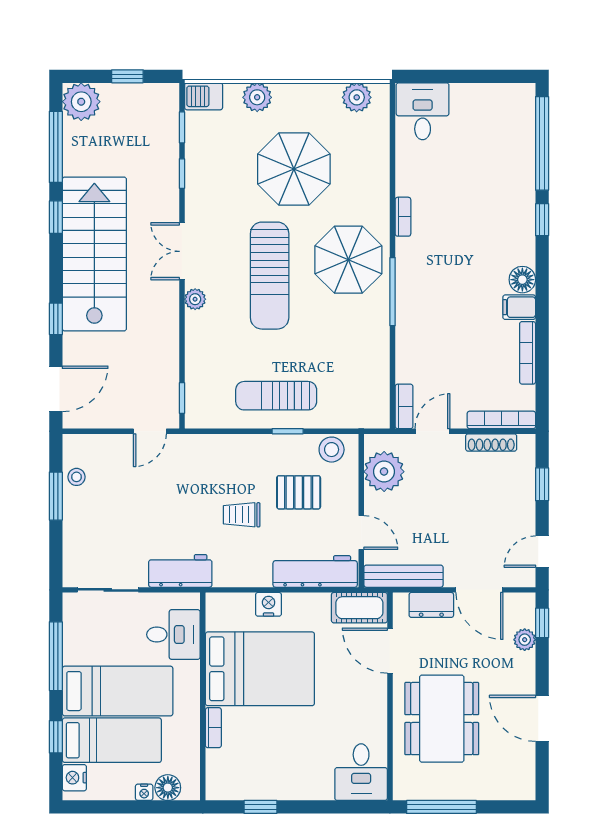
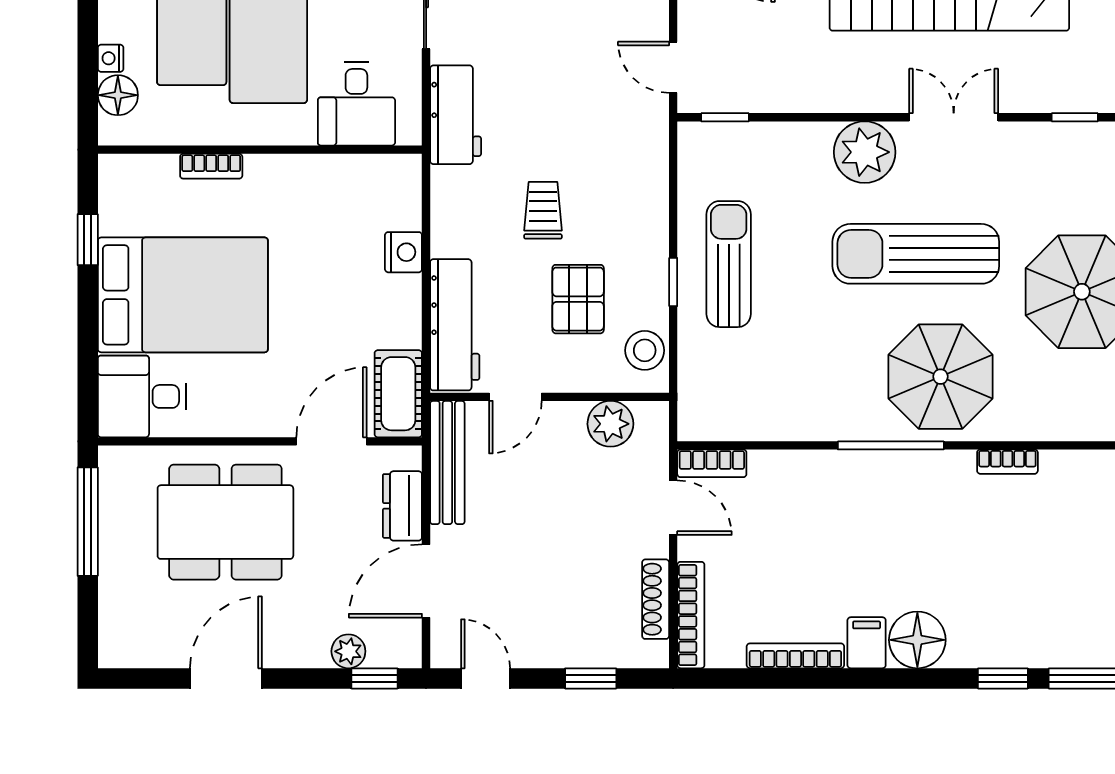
floor lamp: (522, 280) -> (917, 640), width x1.38, depth x1.38
plant: (195, 299) -> (865, 152), width x1.88, depth x1.88
plant: (384, 472) -> (610, 424), width x0.73, depth x0.73
bed: (260, 669) -> (183, 295), moved, turned -90

